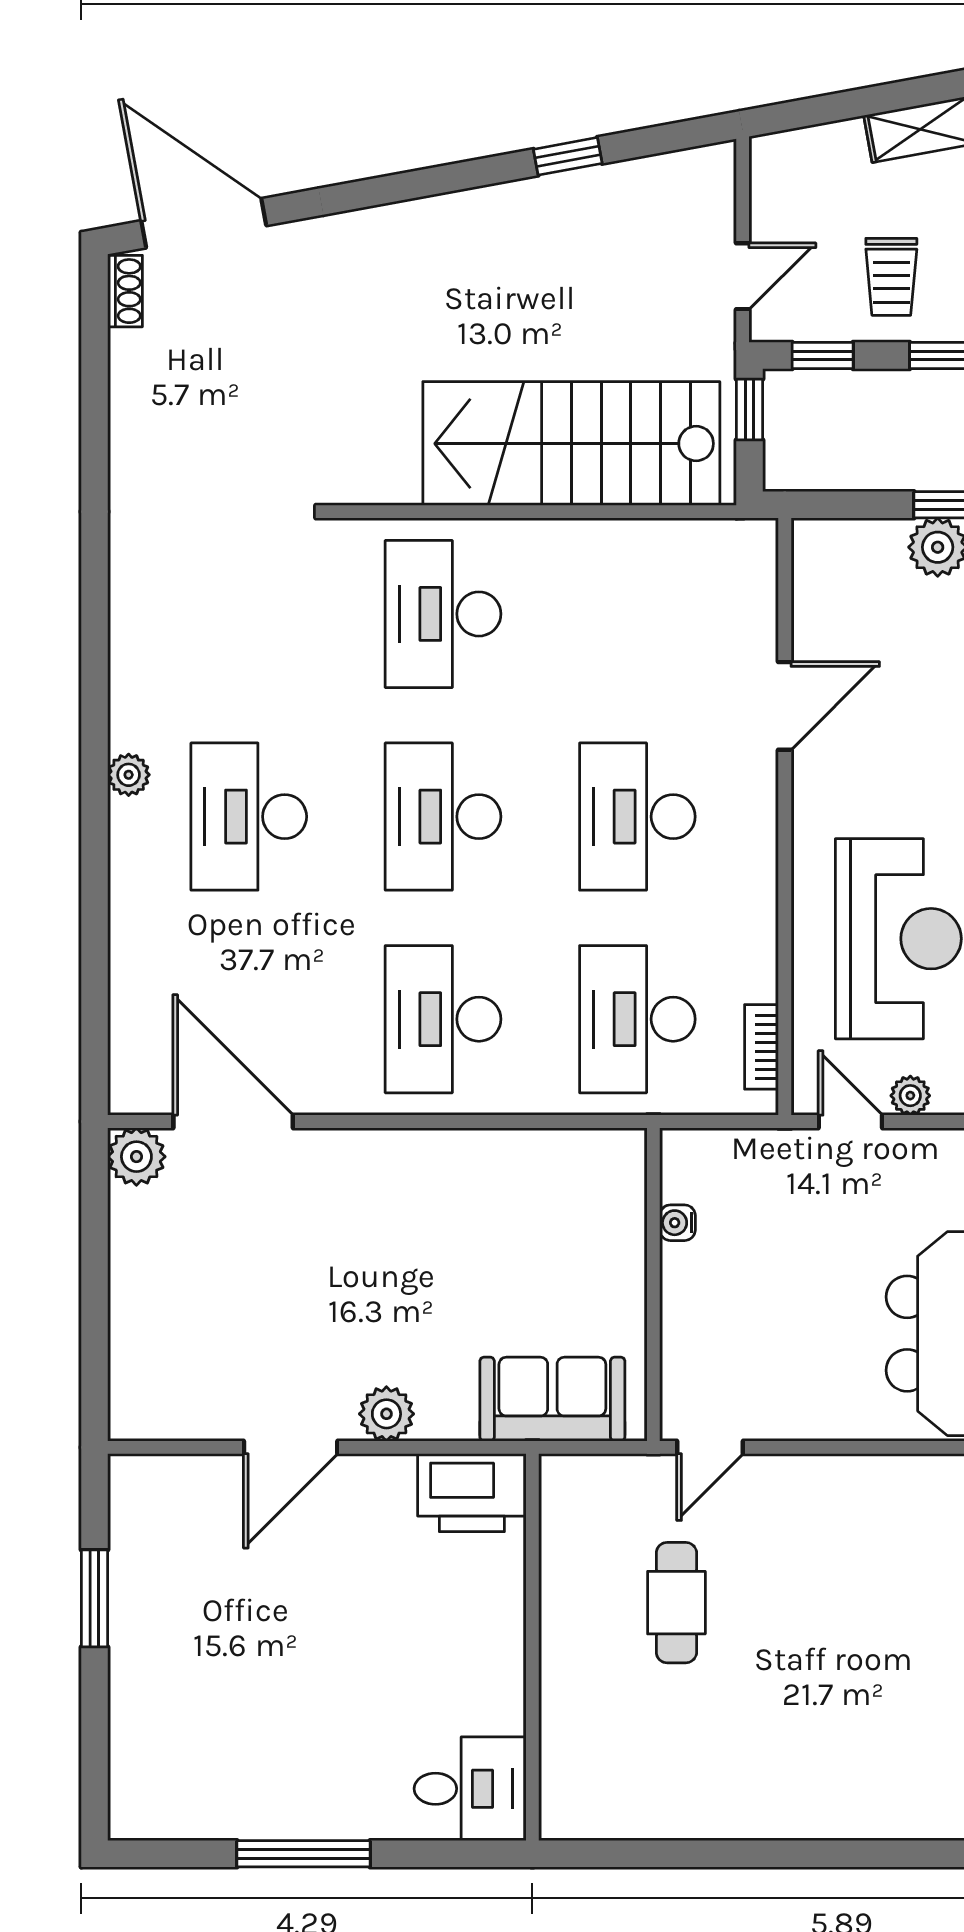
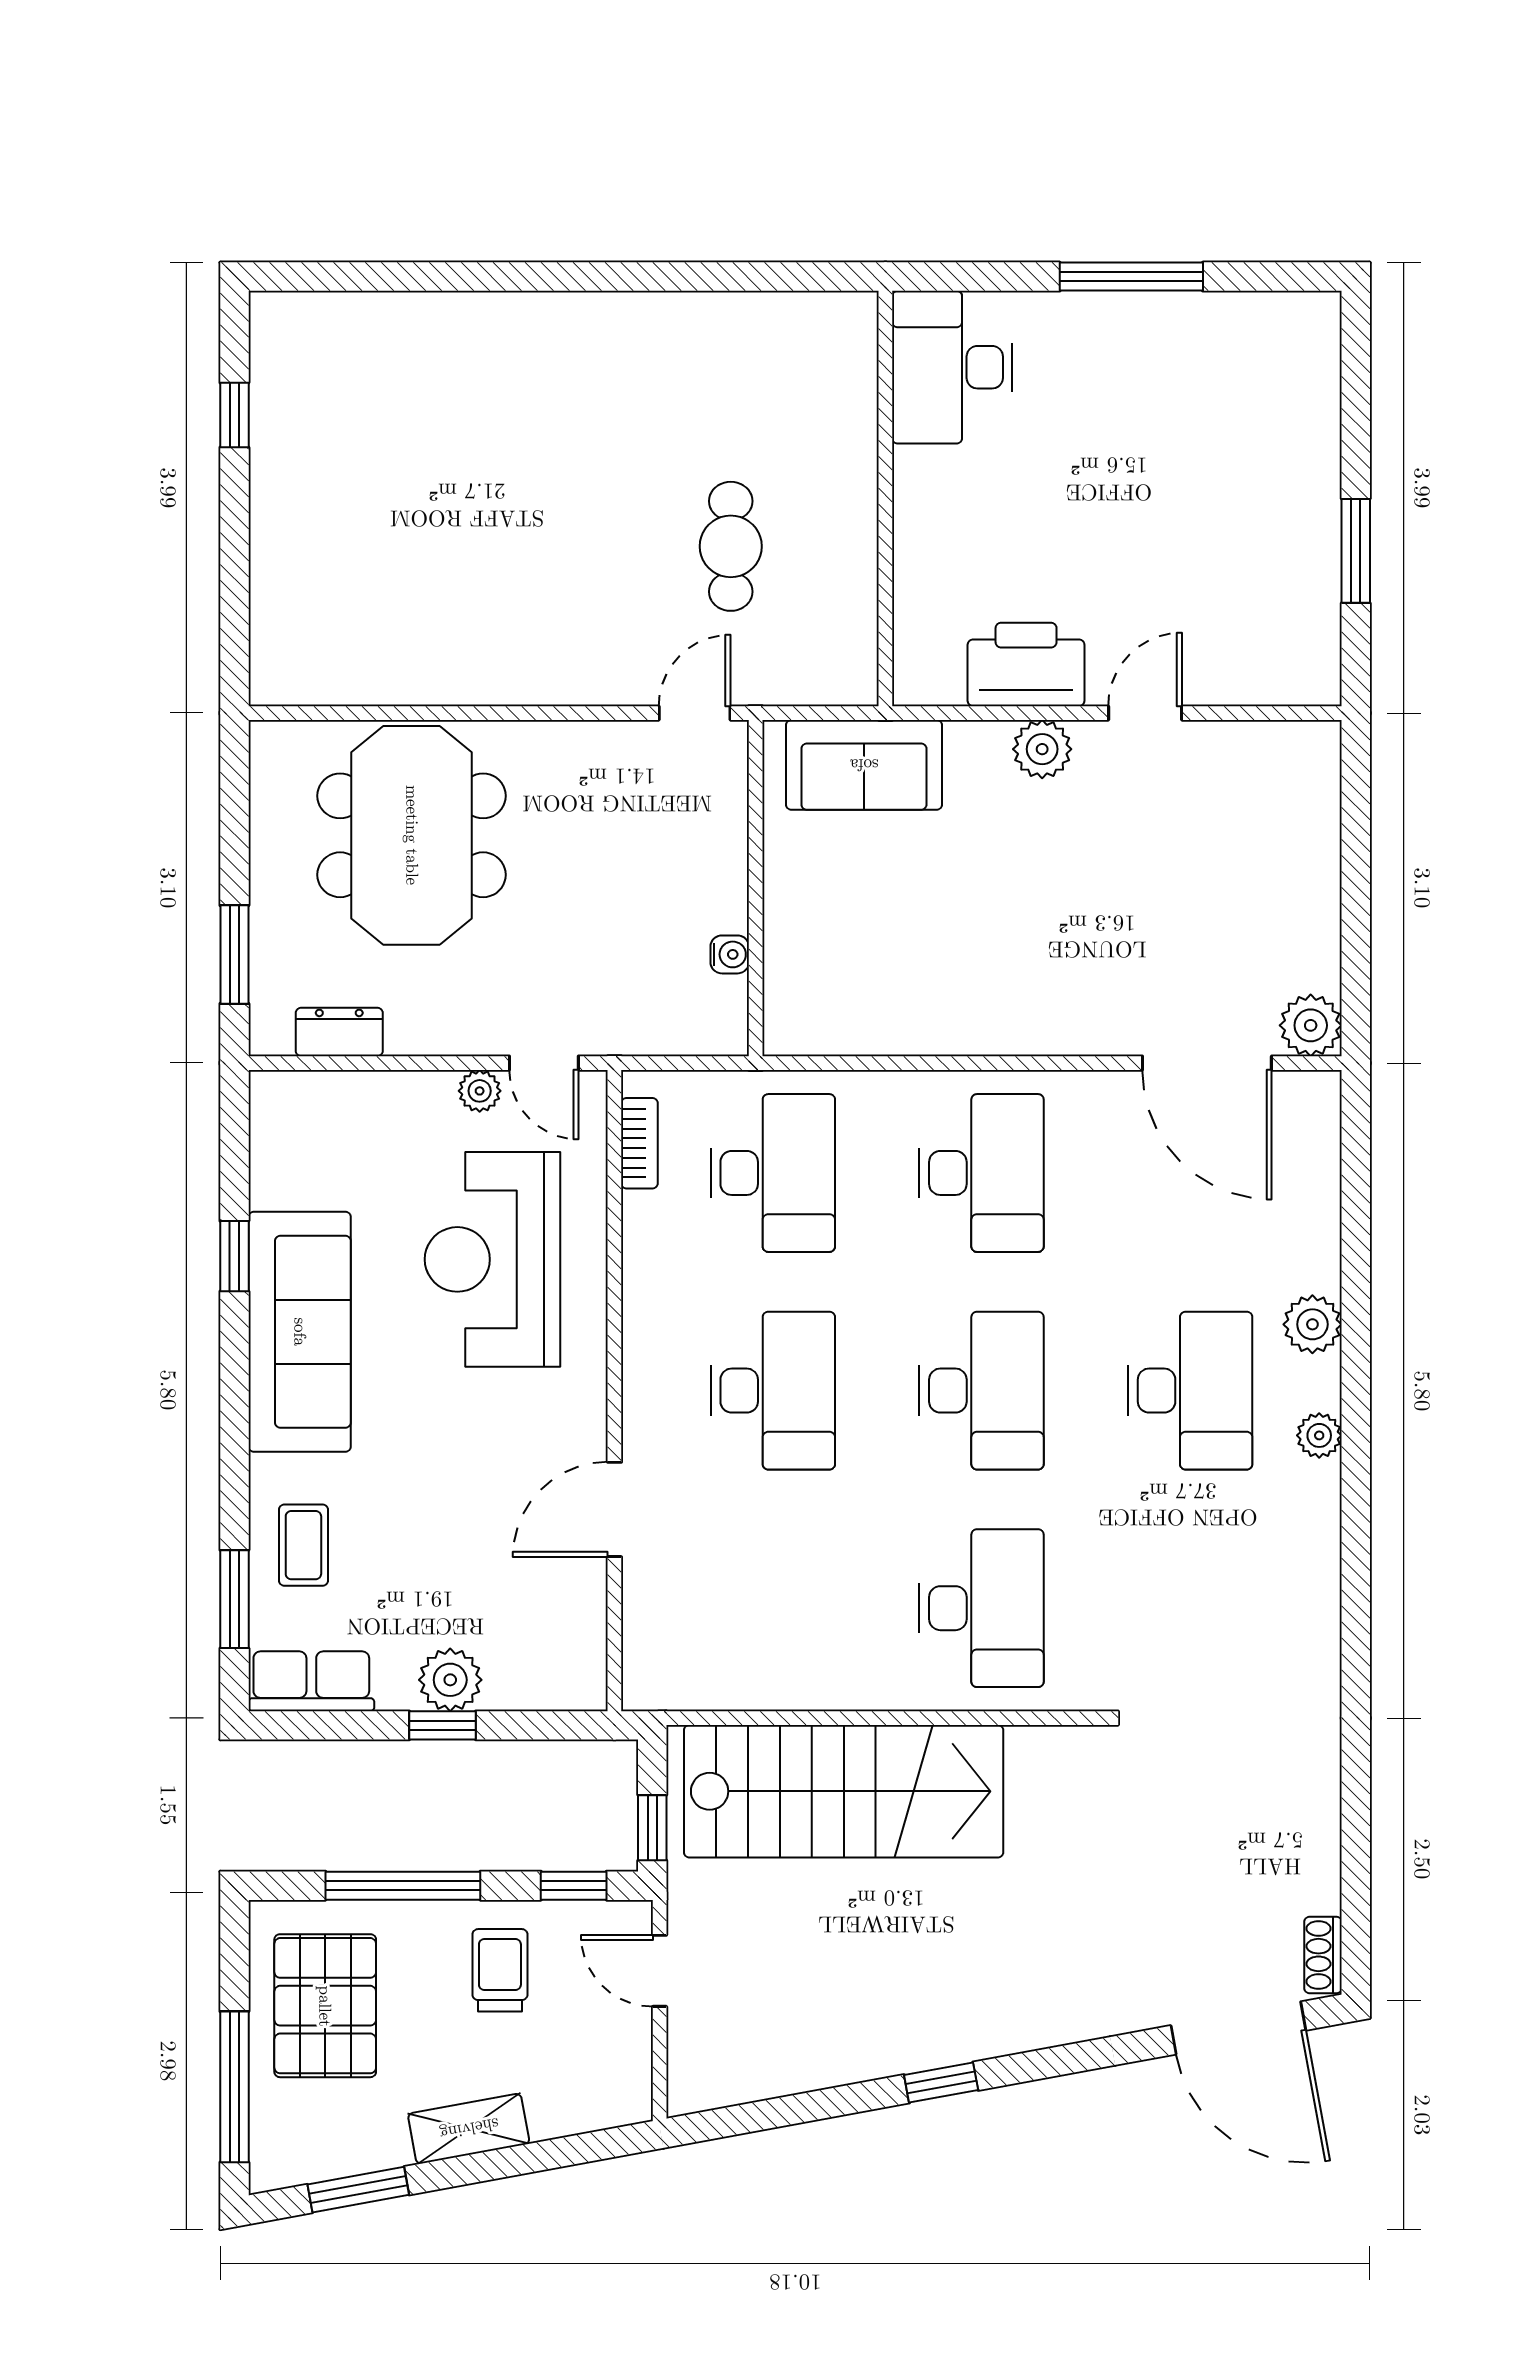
window: (568, 156) -> (941, 2083), moved
door: (743, 276) -> (660, 1971), hinge flipped
plant: (135, 878) -> (1312, 1324), added
door: (291, 1447) -> (1145, 713), width x0.73
printer: (472, 1493) -> (1026, 664), moved
desk: (470, 1789) -> (952, 367), width x1.37

